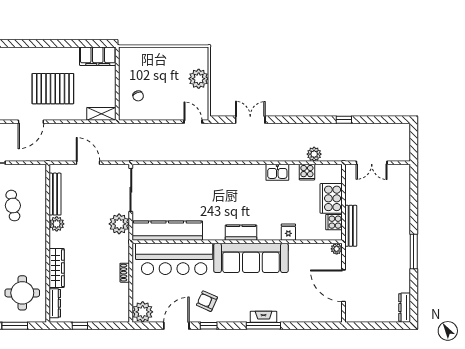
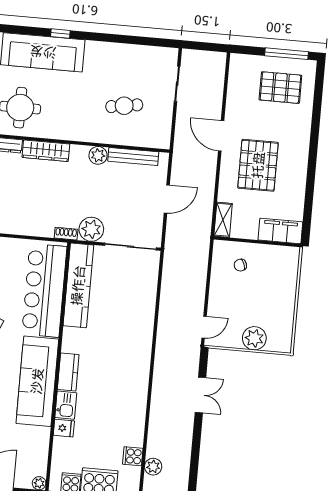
filing cabinet: (98, 56) -> (280, 231), moved, turned 90
kitchen sink: (277, 172) -> (66, 405), moved, turned 180
shoe rack: (125, 273) -> (66, 234), moved

